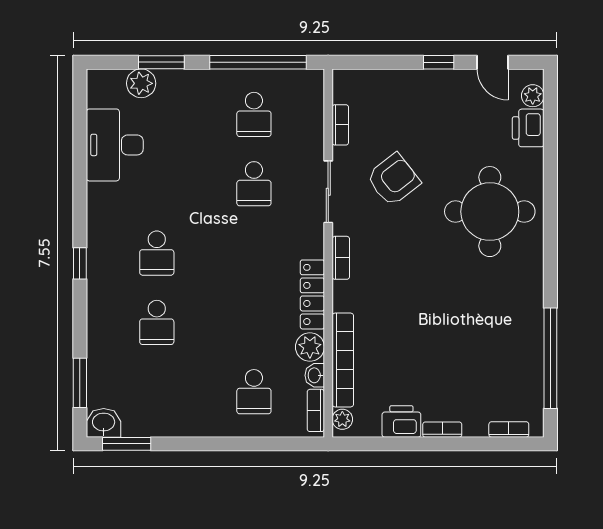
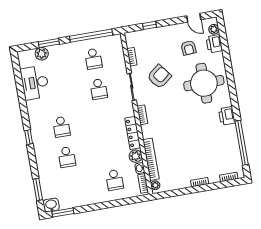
window: (439, 62) -> (149, 25), moved
armchair: (469, 127) -> (189, 48), added
printer: (401, 421) -> (227, 116), moved, turned -90

